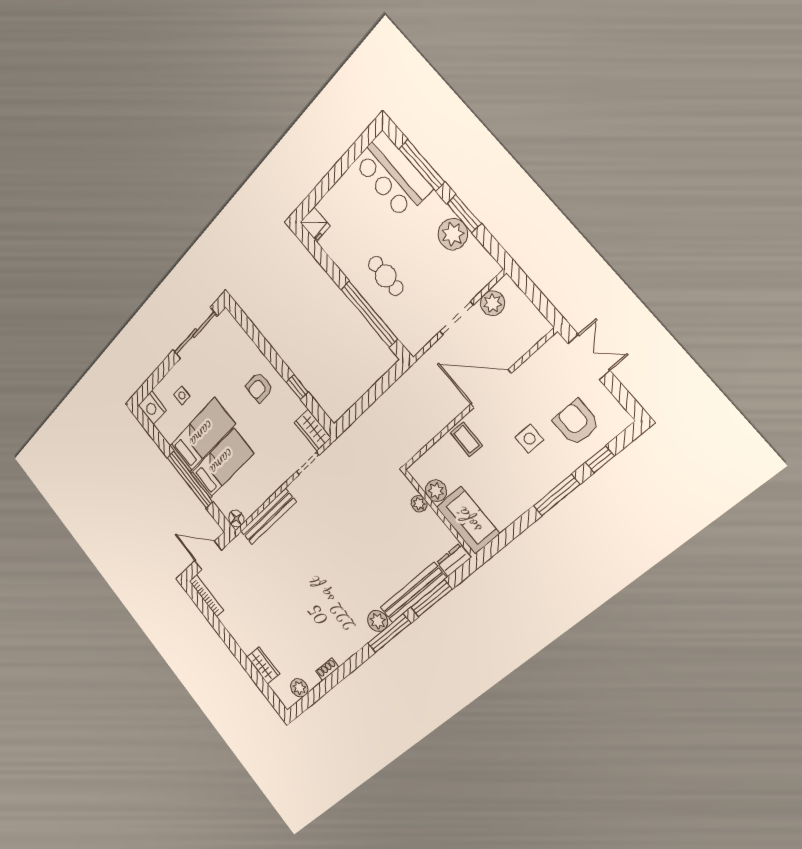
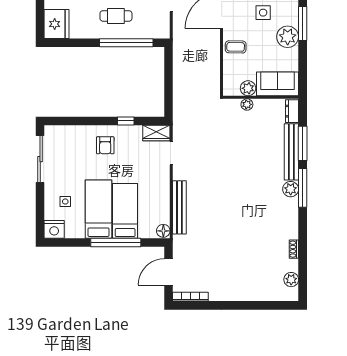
fridge: (315, 224) -> (57, 24), width x1.88, depth x1.34
plant: (527, 490) -> (288, 37), added
wardrobe: (263, 665) -> (260, 294), removed

